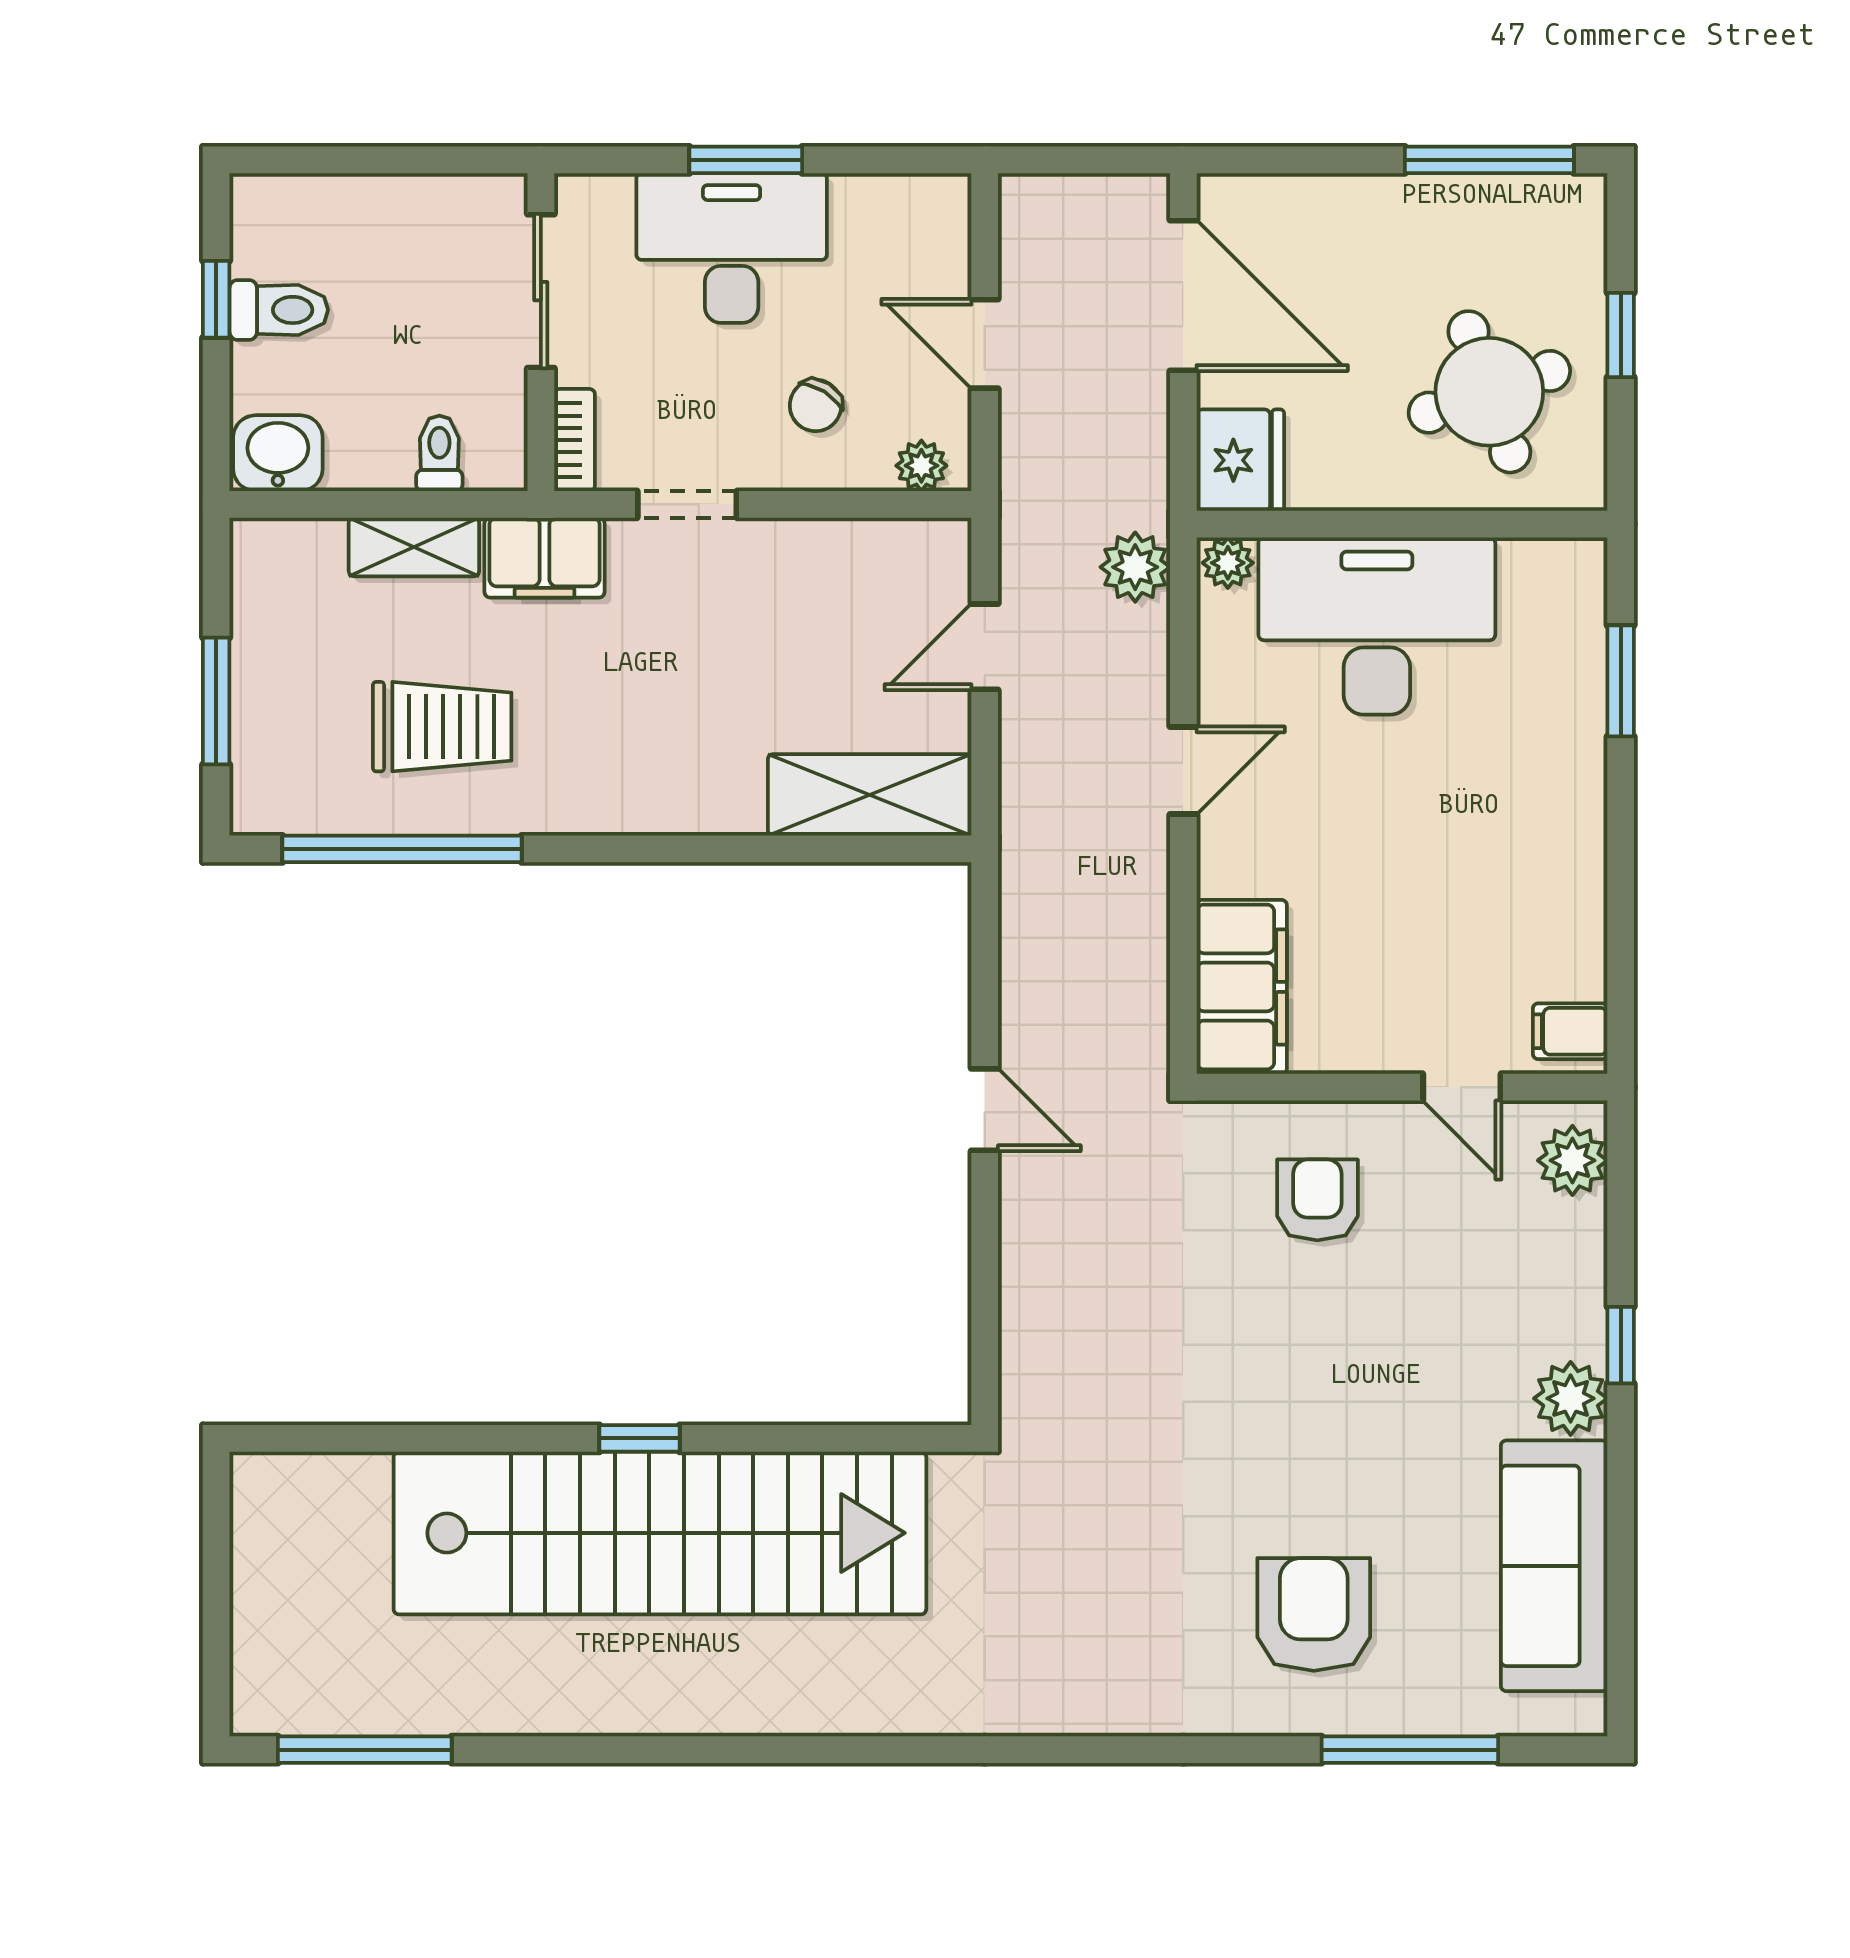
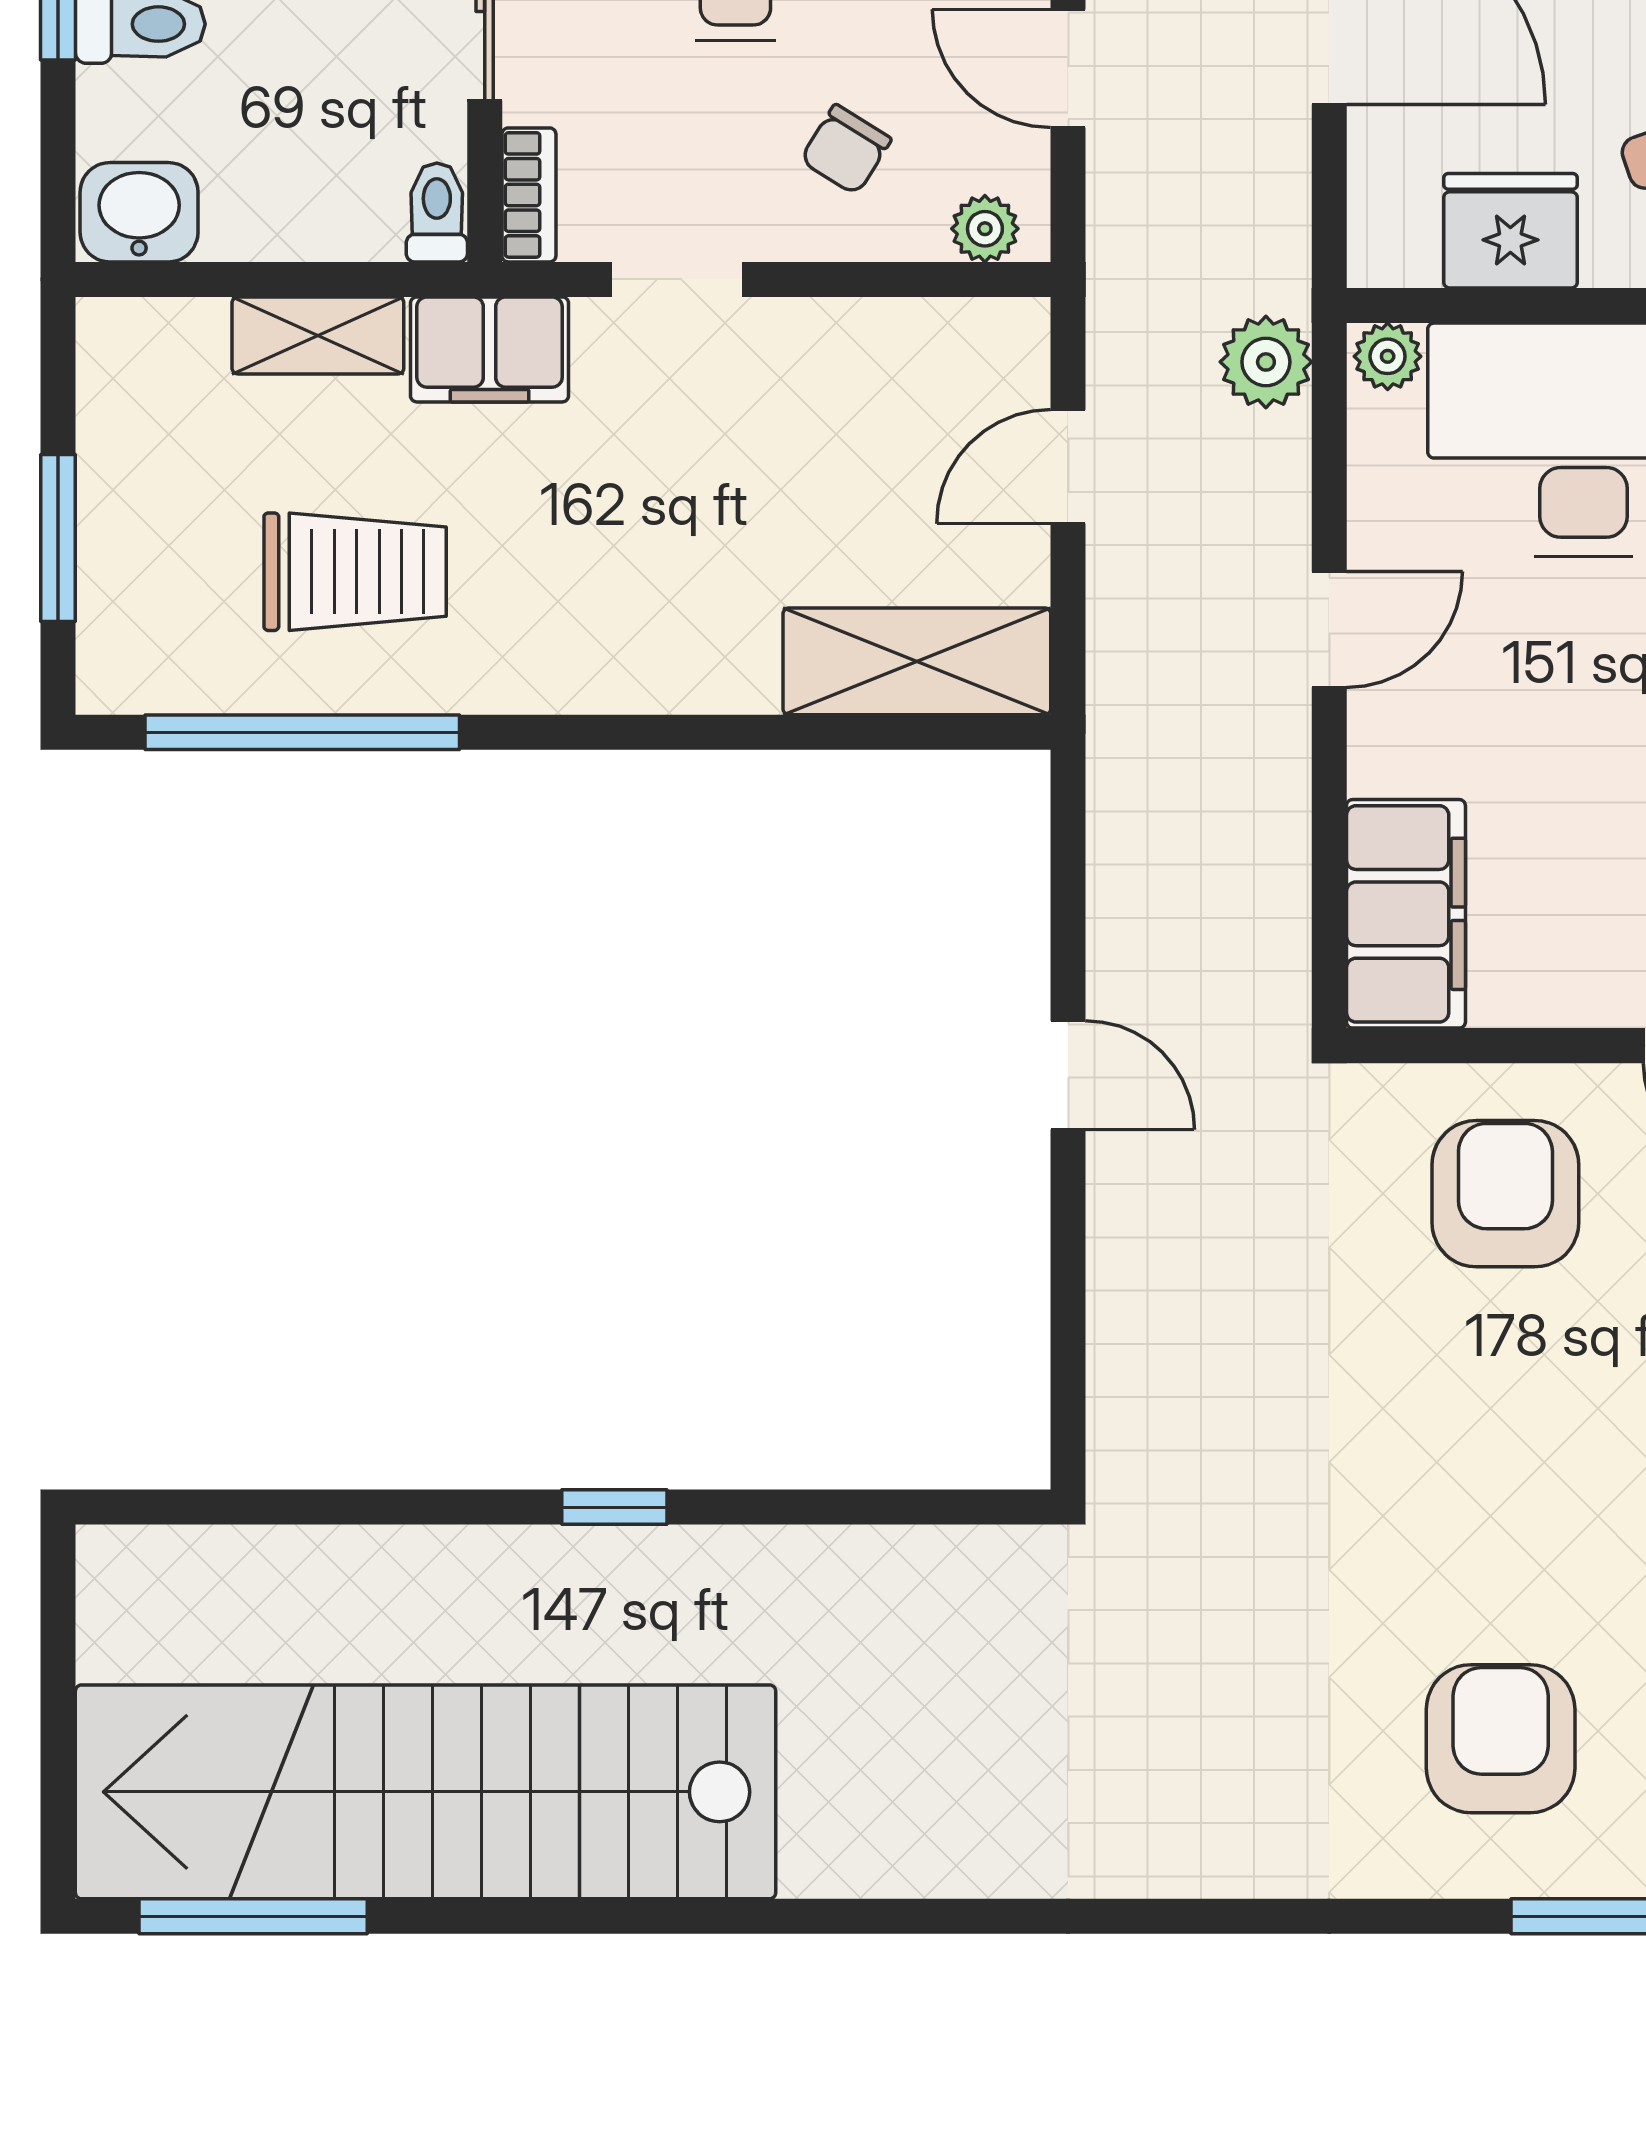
toilet: (439, 453) -> (437, 212), moved
fridge: (1240, 460) -> (1510, 231), moved, turned -90
armchair: (1317, 1200) -> (1505, 1194), width x1.38, depth x1.38
stairs: (660, 1533) -> (426, 1792), moved, turned 180

